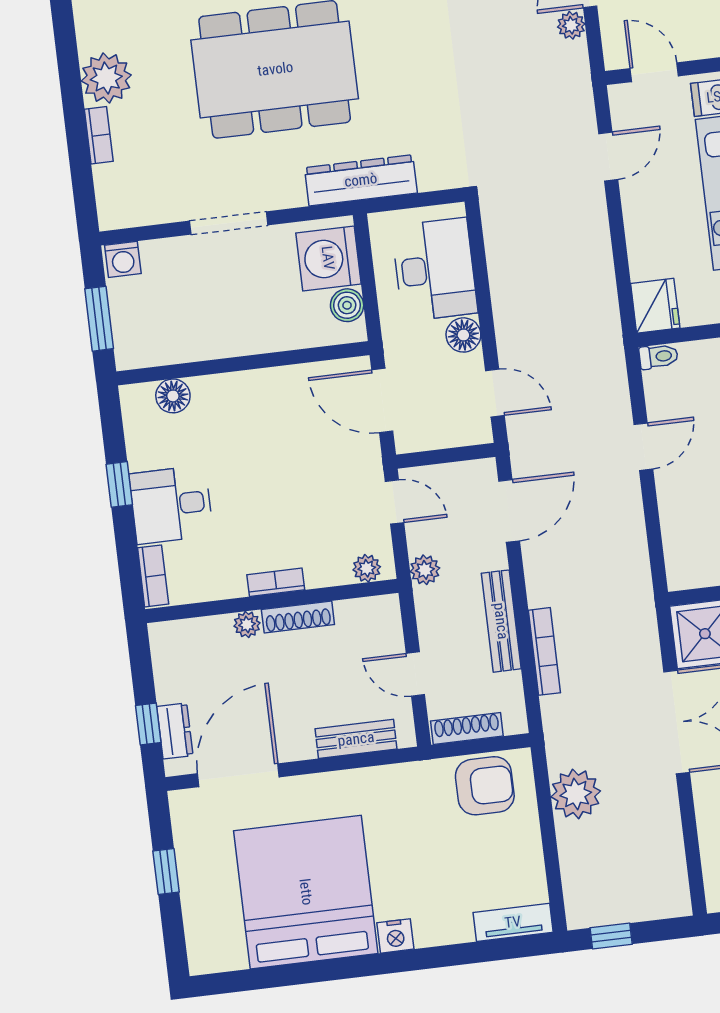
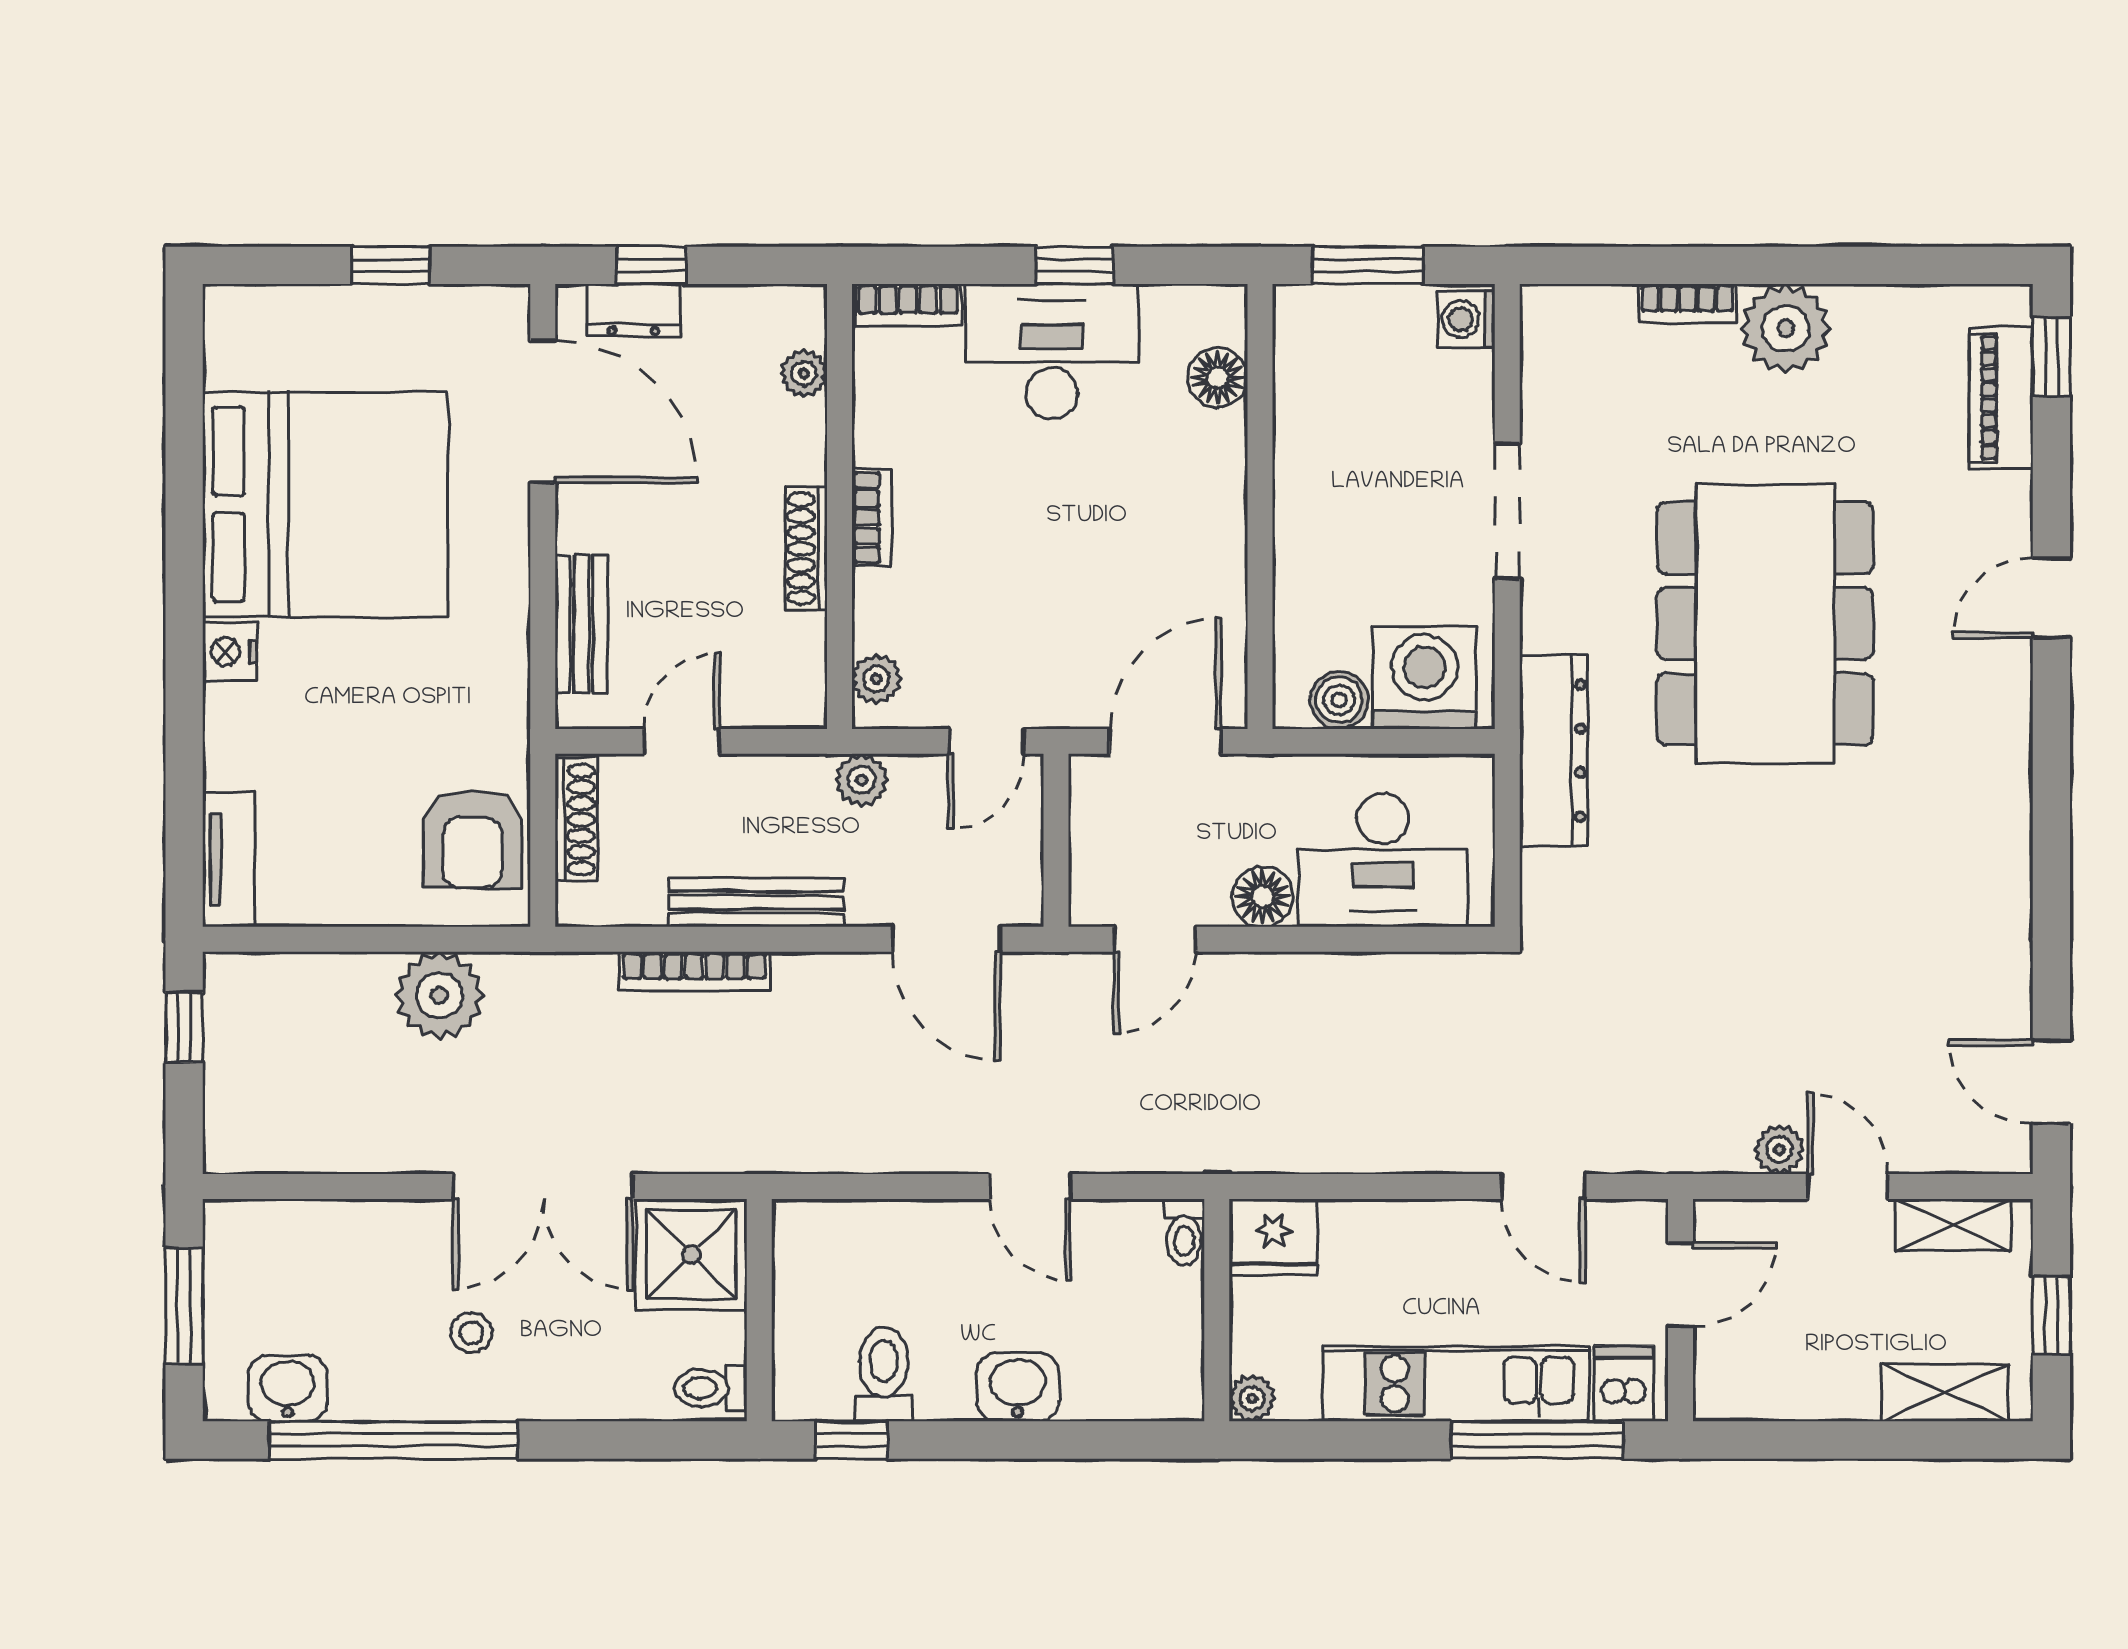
desk: (171, 505) -> (1052, 352), width x1.37
plant: (247, 624) -> (804, 373), moved

